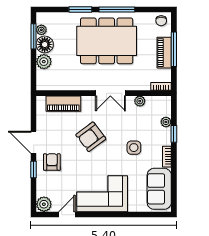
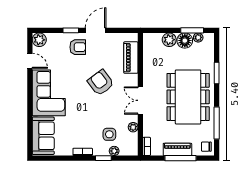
window: (117, 10) -> (217, 123), moved
side table: (134, 148) -> (109, 134), moved
sofa: (159, 189) -> (43, 136), moved, turned 90

